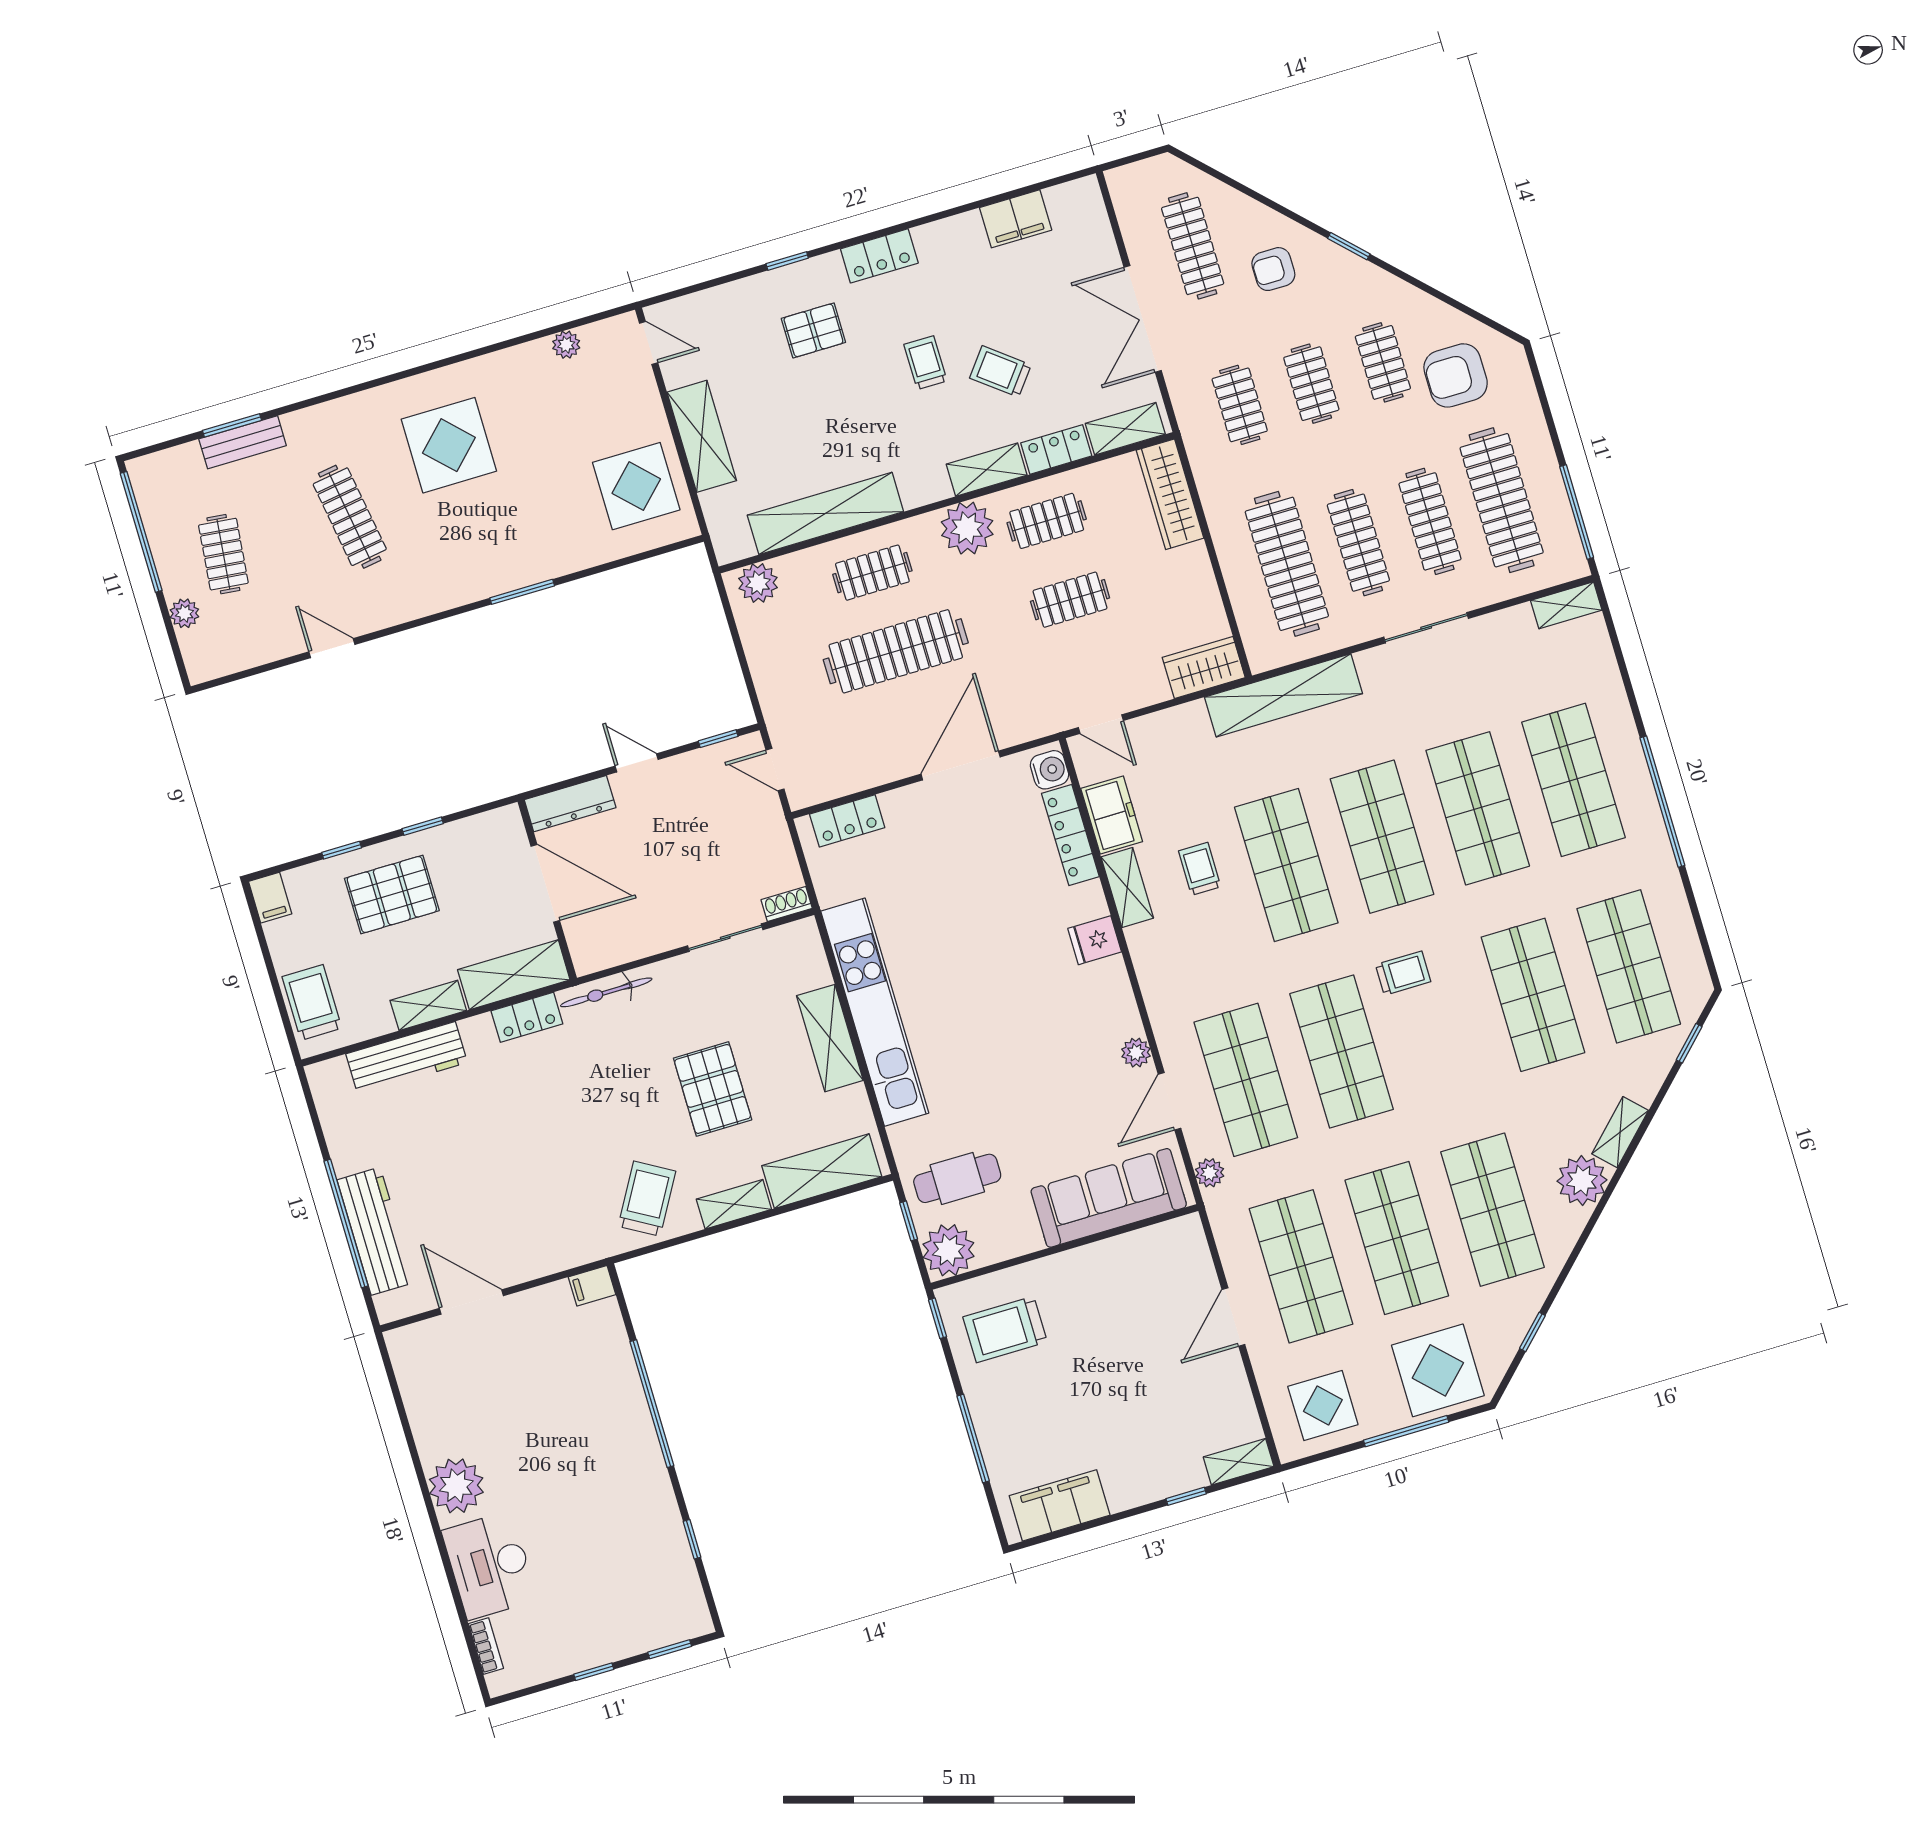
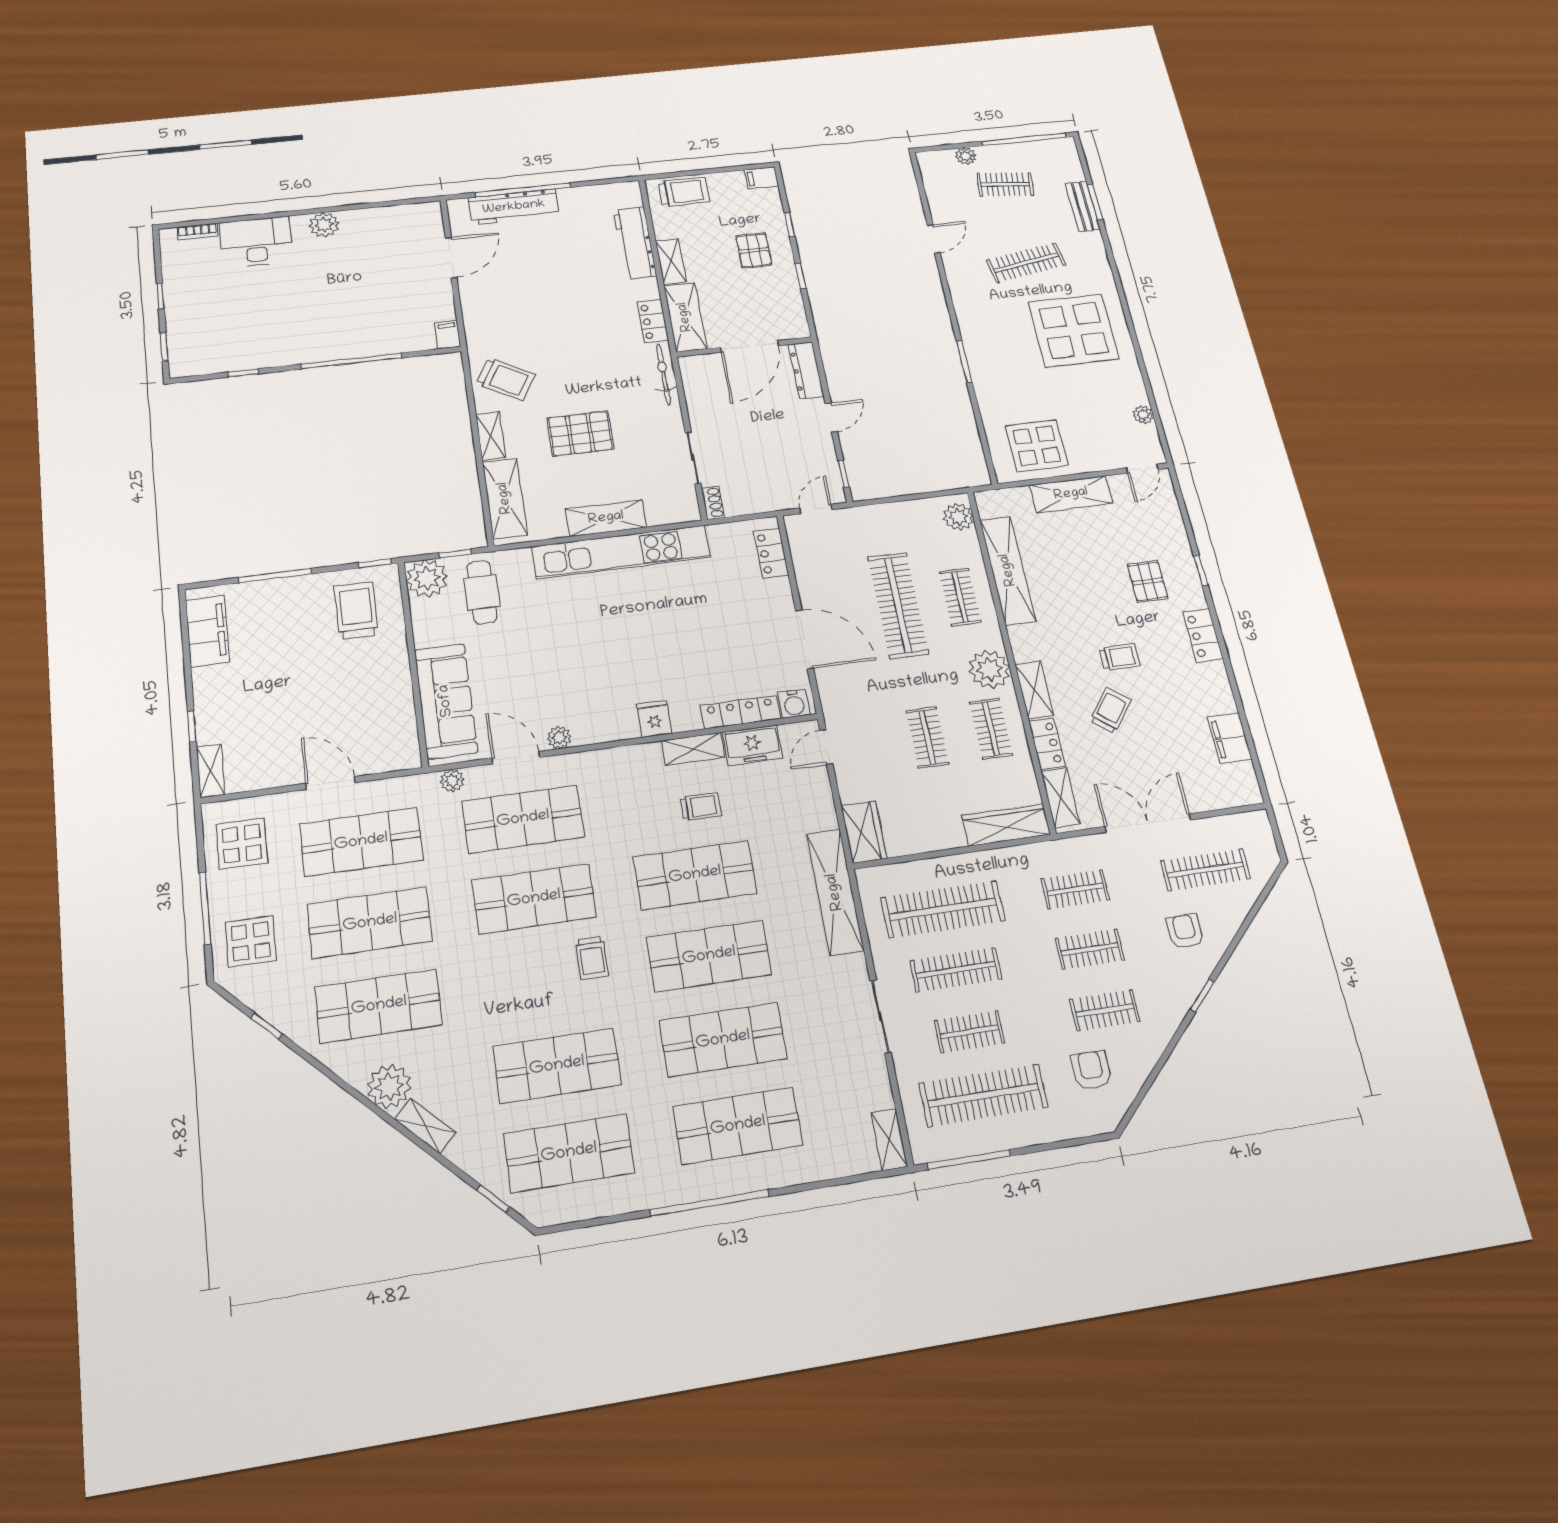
armchair: (1456, 375) -> (1091, 1070), width x0.72, depth x0.72
display table: (449, 445) -> (1074, 330), width x1.36, depth x1.36
clothes rail: (1430, 521) -> (970, 1032), width x0.73
pallet: (392, 894) -> (754, 250), width x0.67, depth x0.71
display table: (1438, 1370) -> (251, 941), width x0.73, depth x0.73
plant: (456, 1486) -> (324, 225), width x0.73, depth x0.73

